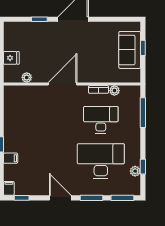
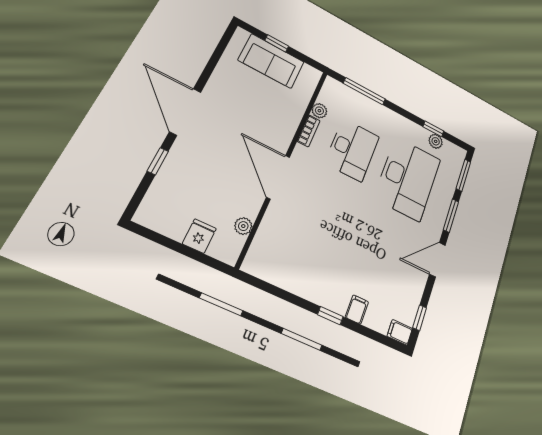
desk: (101, 120) -> (352, 150), turned 180
desk: (101, 161) -> (408, 179), turned 180

